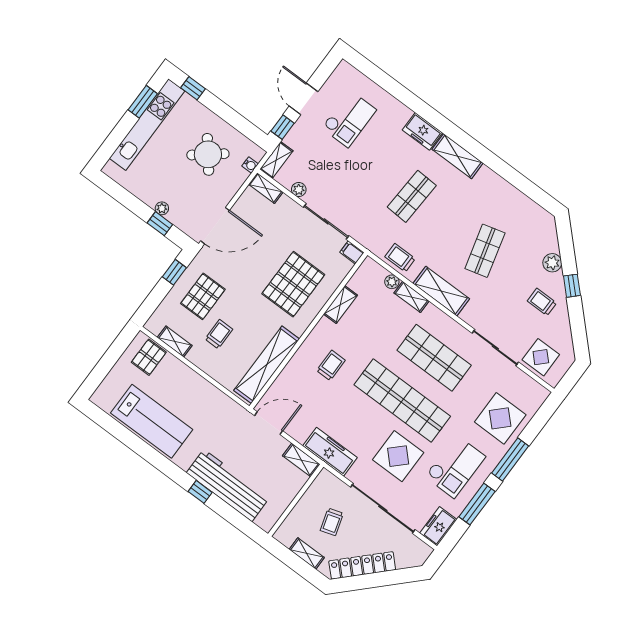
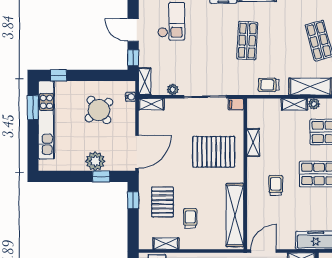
plant: (162, 208) -> (95, 161), width x1.88, depth x1.88
plant: (392, 282) -> (314, 104), moved
pallet: (293, 284) -> (214, 152), turned 90

